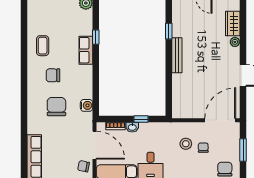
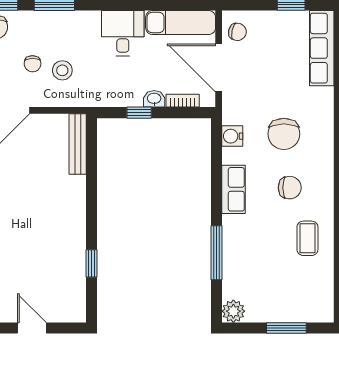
window: (96, 37) -> (217, 253), width x2.17
row of seats: (86, 50) -> (234, 189), moved
bench: (177, 55) -> (78, 144), moved

